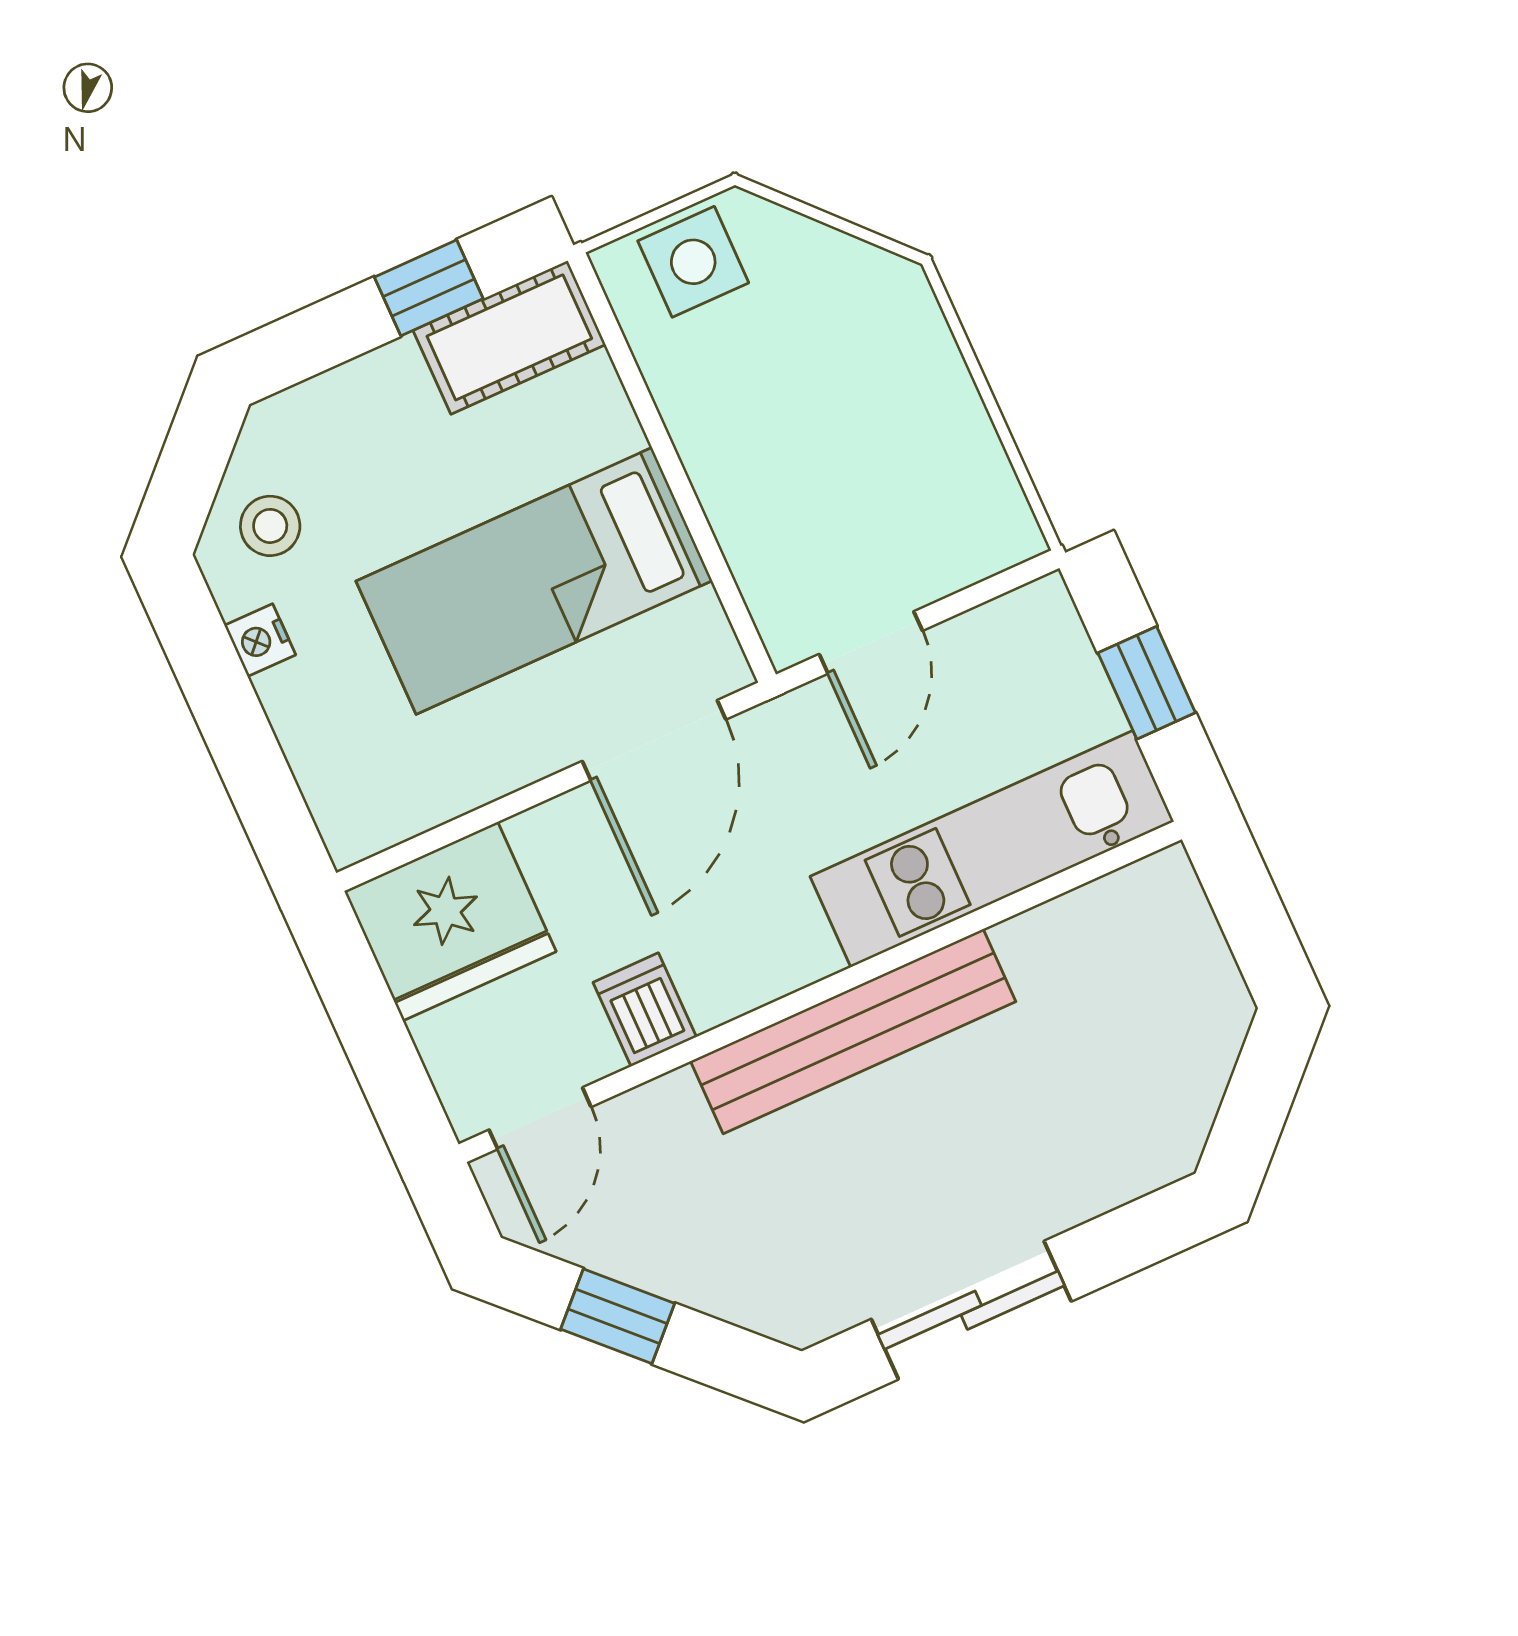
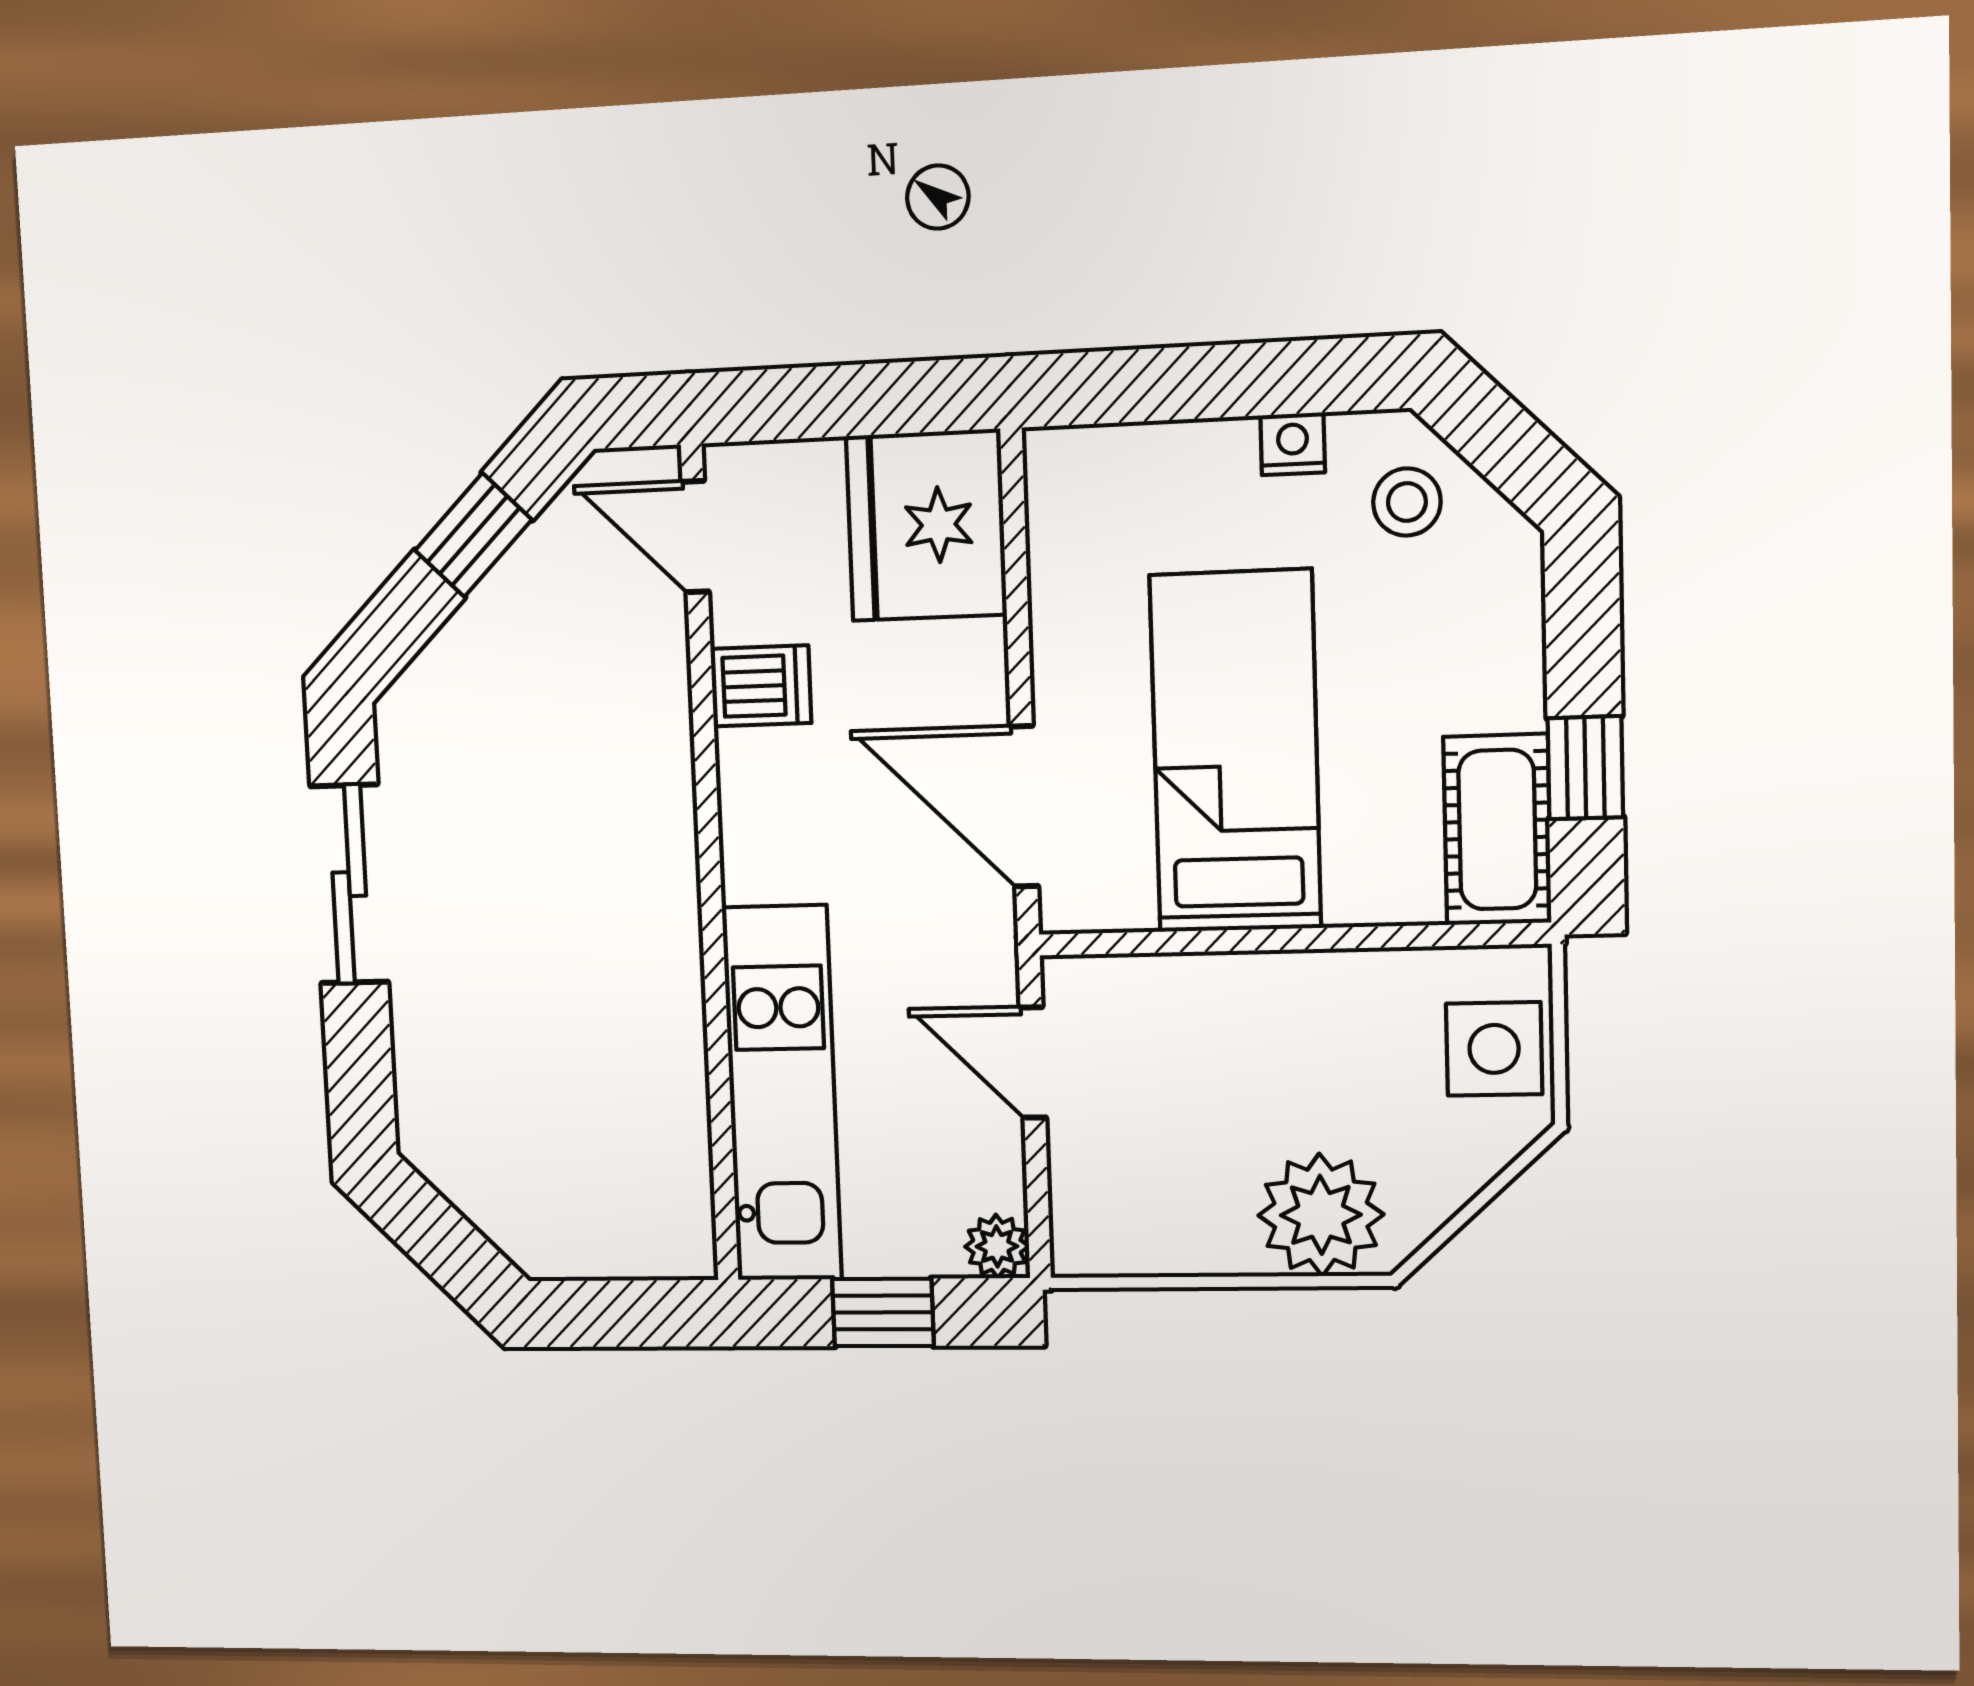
plant: (896, 345) -> (1321, 1215), added
plant: (1044, 608) -> (997, 1246), added
bench: (853, 1031) -> (659, 883), removed

